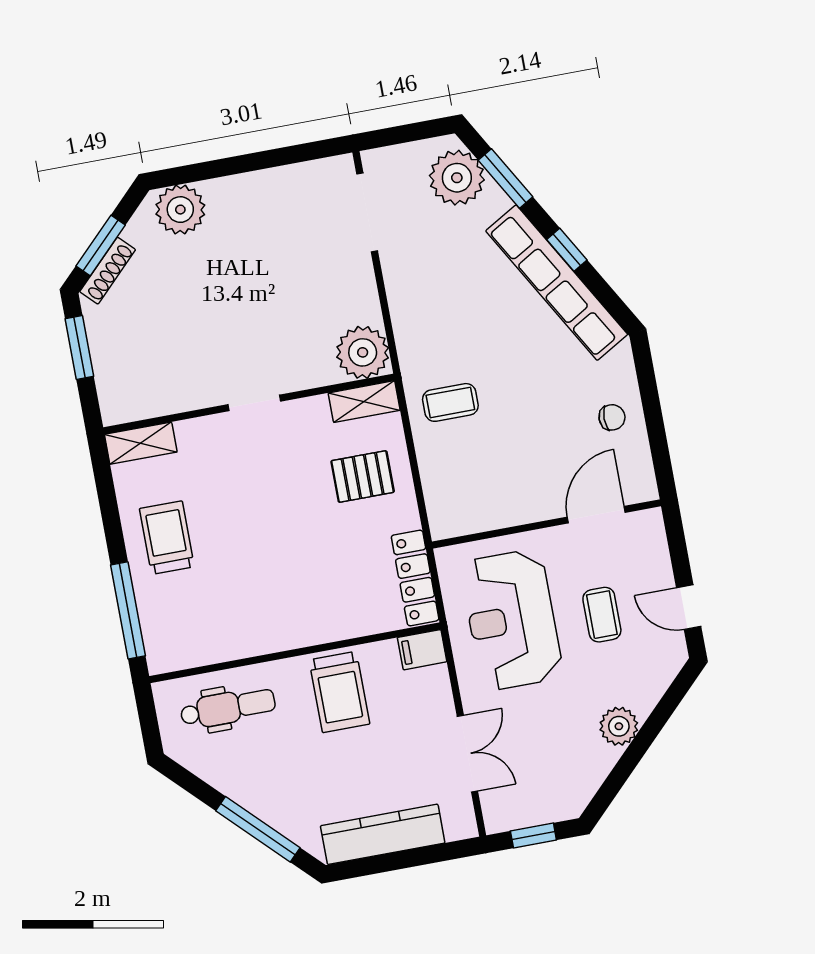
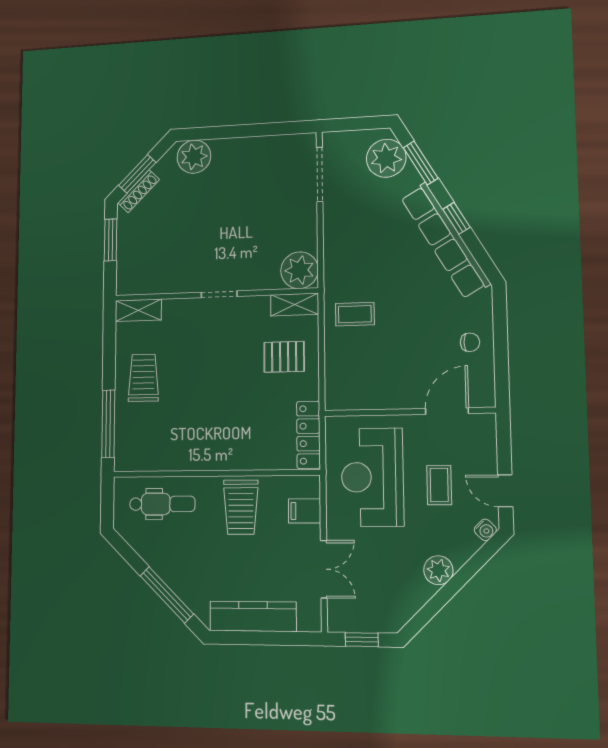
filing cabinet: (422, 650) -> (305, 511), moved
water cooler: (671, 663) -> (485, 530), added

